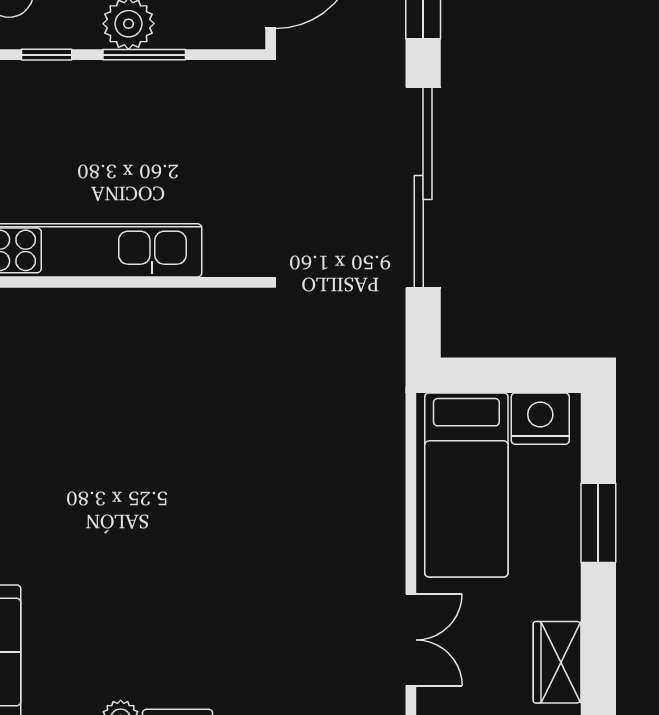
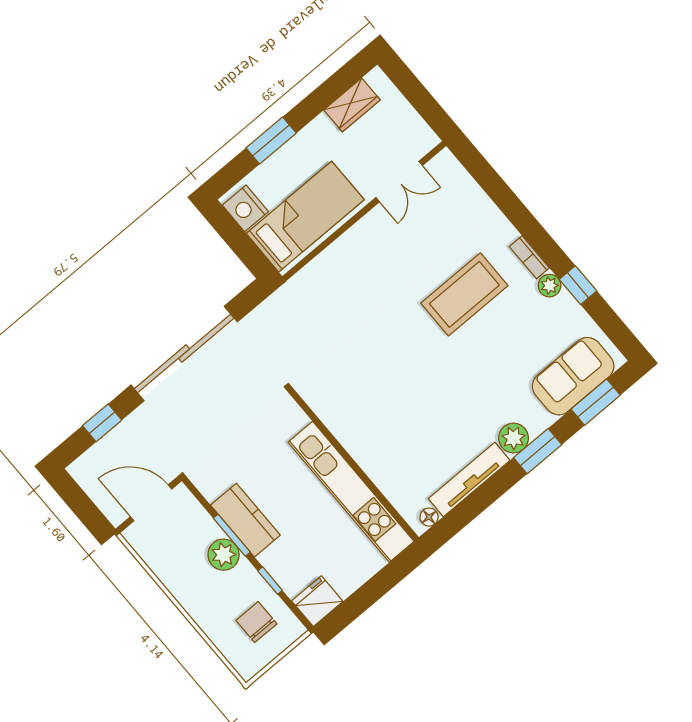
kitchen counter: (149, 88) -> (245, 520), added
coffee table: (200, 602) -> (464, 294), added
double door: (411, 640) -> (399, 182), swing flipped

